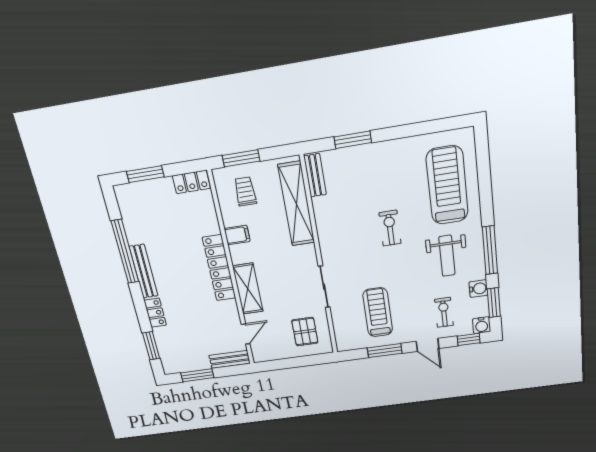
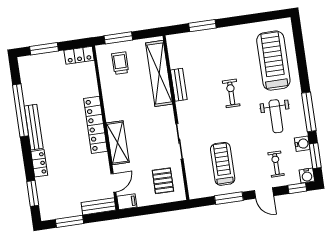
bench: (315, 175) -> (179, 85), moved
filing cabinet: (237, 235) -> (127, 202), moved

